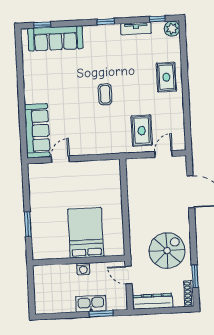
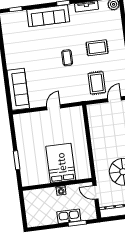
sofa: (55, 38) -> (48, 16), moved
rug: (166, 77) -> (97, 48), moved, turned 90
door: (60, 159) -> (54, 107), moved

